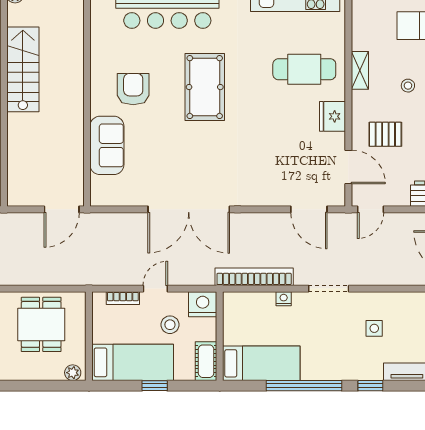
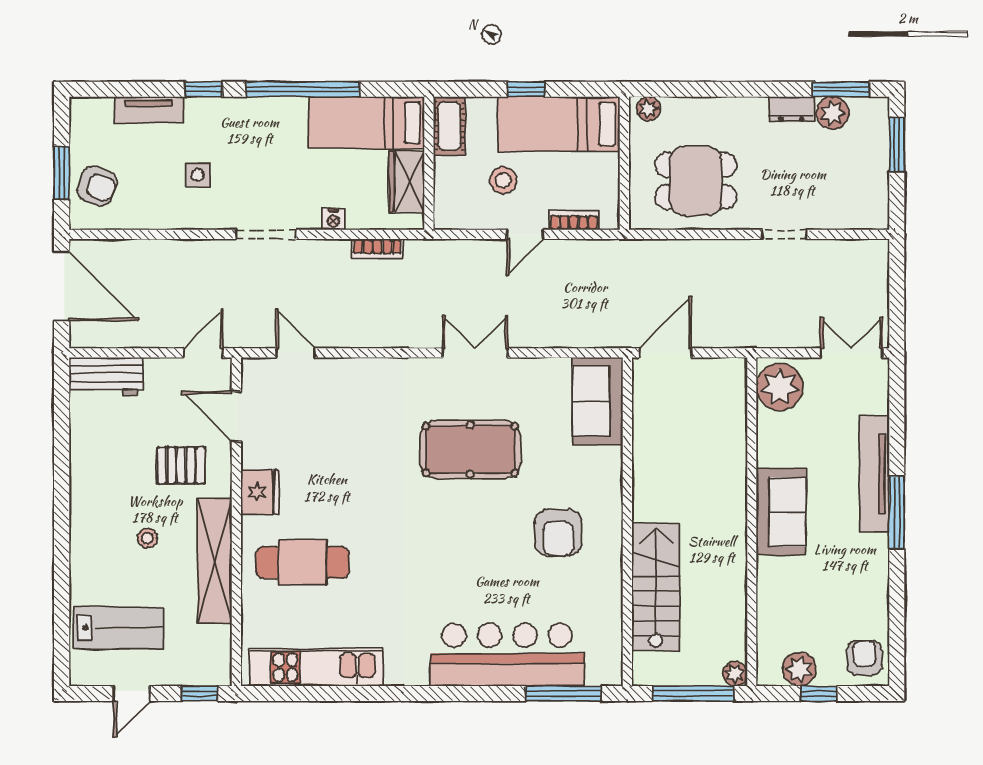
stairs: (23, 69) -> (656, 587), moved, turned 180
shelving: (360, 70) -> (215, 561), width x2.20, depth x1.33
pool table: (205, 87) -> (470, 450), moved, turned 90
sofa: (107, 145) -> (598, 401), moved
double door: (189, 209) -> (475, 353), width x0.54
door: (309, 209) -> (295, 353), width x0.73
bookcase: (254, 277) -> (377, 249), width x0.43, depth x0.76
nightstand: (203, 304) -> (454, 211), removed
dining table: (41, 324) -> (696, 181), turned 90
wardrobe: (235, 324) -> (407, 182), added

